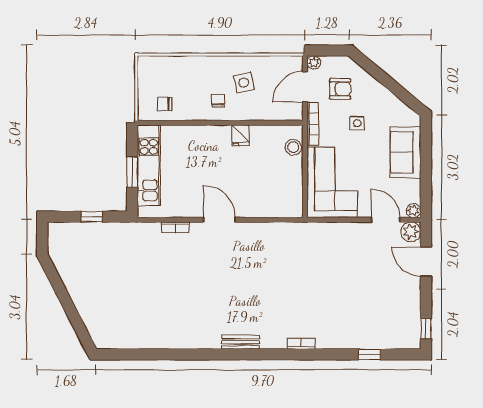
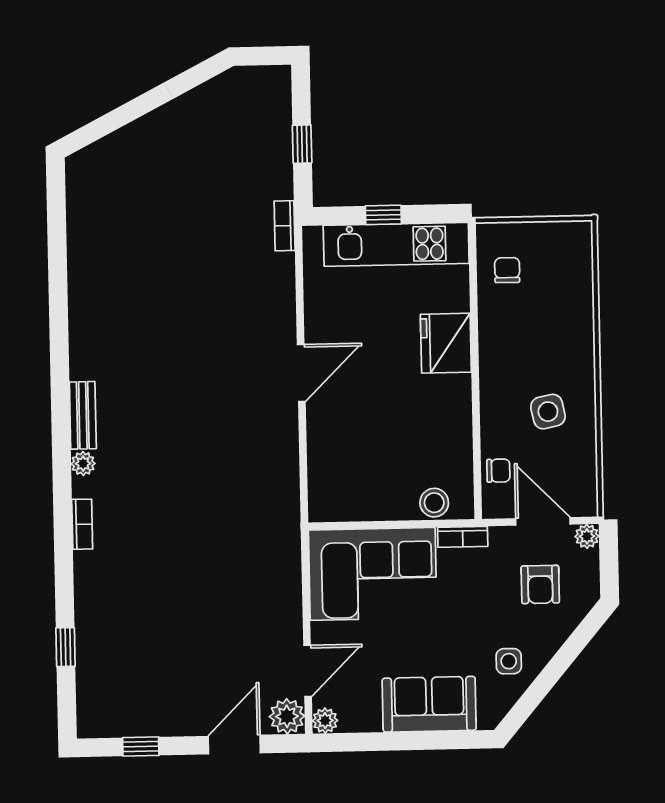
chair: (218, 101) -> (498, 471), moved
side table: (357, 123) -> (509, 661), moved
bookcase: (313, 124) -> (463, 537), width x0.64
fridge: (240, 135) -> (446, 343), moved, width x1.88, depth x1.34
window: (132, 172) -> (383, 215), width x0.67
bookcase: (175, 227) -> (285, 226), moved
window: (426, 329) -> (141, 747), moved
plant: (267, 342) -> (83, 464), added

